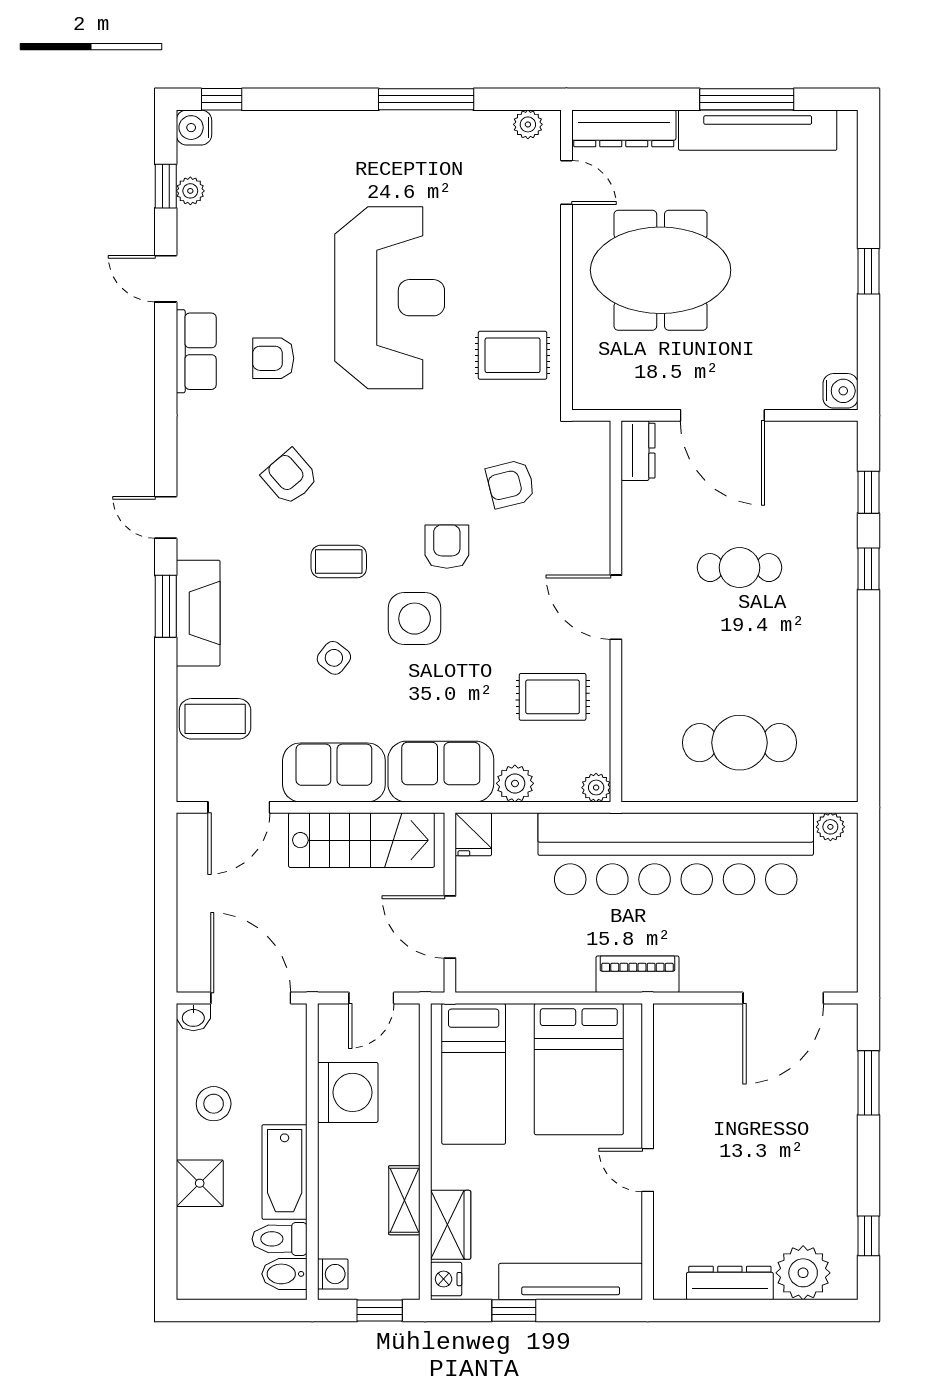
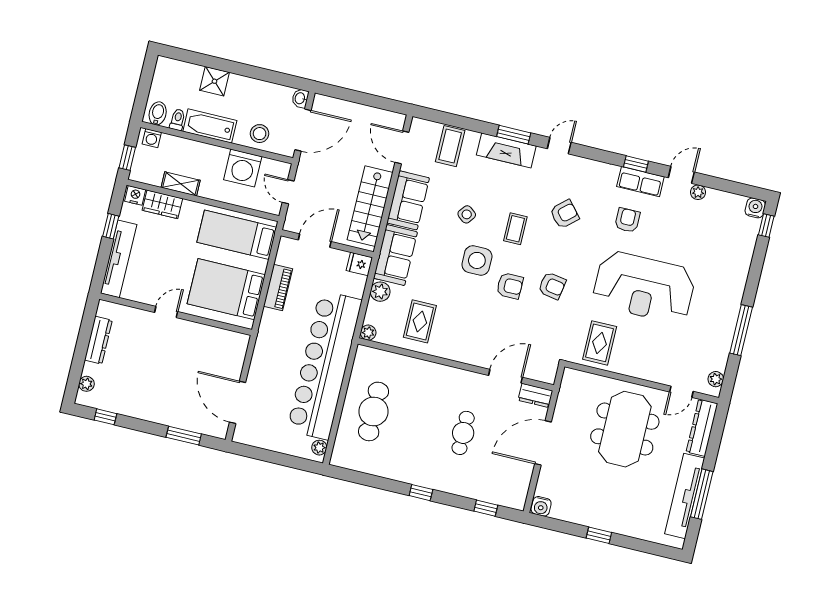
window: (166, 186) -> (636, 164), moved
plant: (190, 191) -> (698, 192), moved
armchair: (511, 484) -> (552, 286), moved, turned 114
window: (868, 569) -> (421, 493), moved
door: (616, 607) -> (505, 376), moved
piano: (637, 974) -> (278, 287), moved
stool: (214, 1104) -> (260, 134), moved
toilet: (280, 1239) -> (178, 120), width x0.73, depth x0.72
plant: (803, 1273) -> (86, 384), width x0.53, depth x0.53

